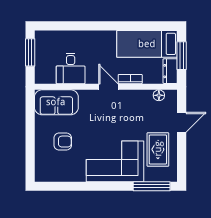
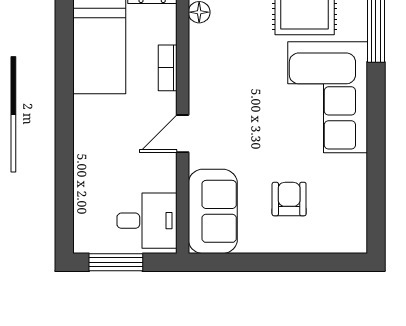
desk: (71, 68) -> (147, 221), moved
door: (108, 87) -> (183, 134), moved

